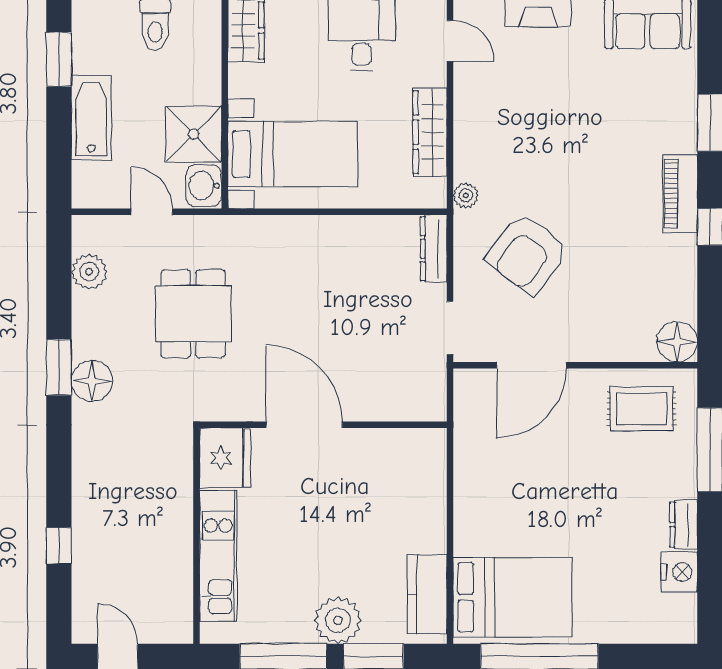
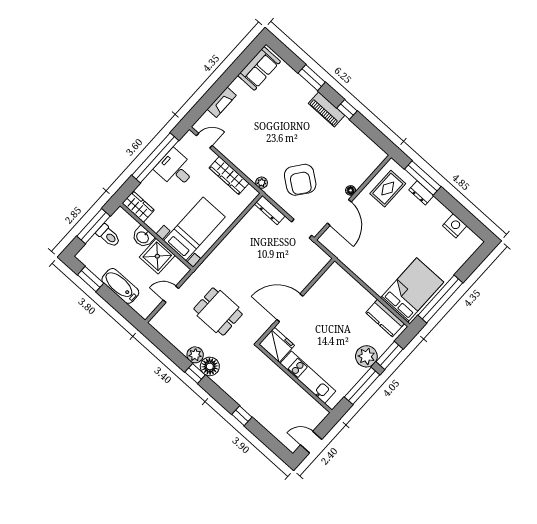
washbasin: (204, 186) -> (143, 237), moved
plant: (89, 272) -> (195, 355), moved
floor lamp: (677, 342) -> (351, 190), moved, width x0.53, depth x0.53
window: (59, 367) -> (195, 373), width x0.67
dresser: (684, 525) -> (421, 193), moved
window: (59, 546) -> (242, 416), moved

